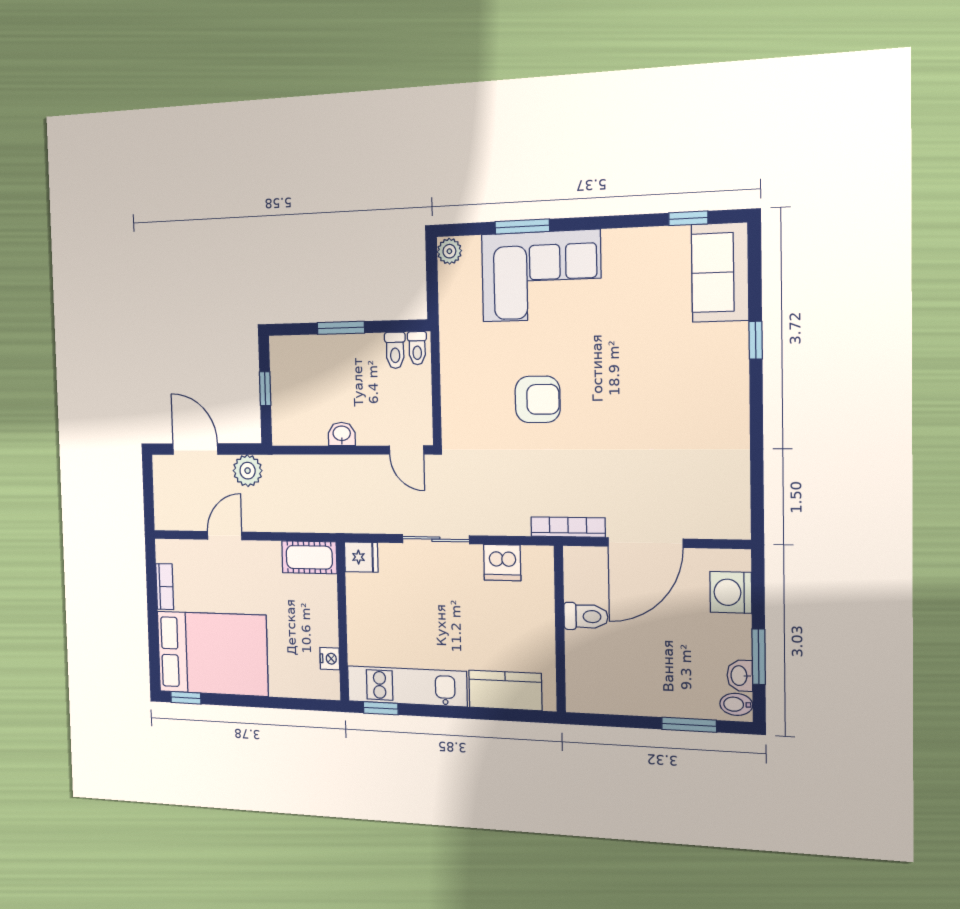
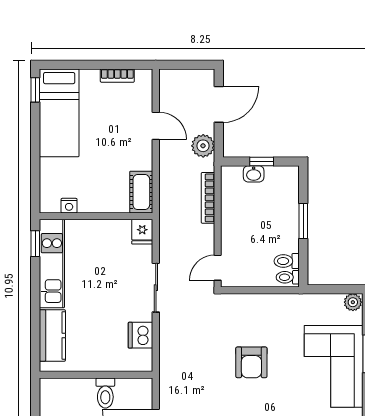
washbasin: (342, 434) -> (254, 174), moved, turned 90
bookcase: (568, 527) -> (208, 198), moved, turned 180
bed: (212, 654) -> (59, 113), width x0.67

